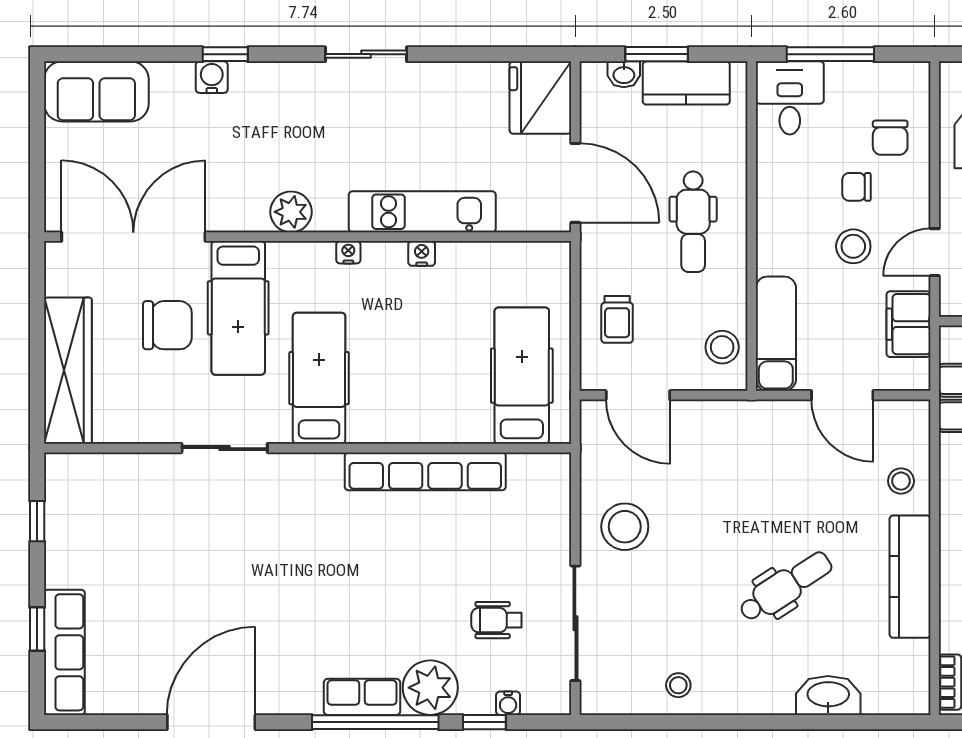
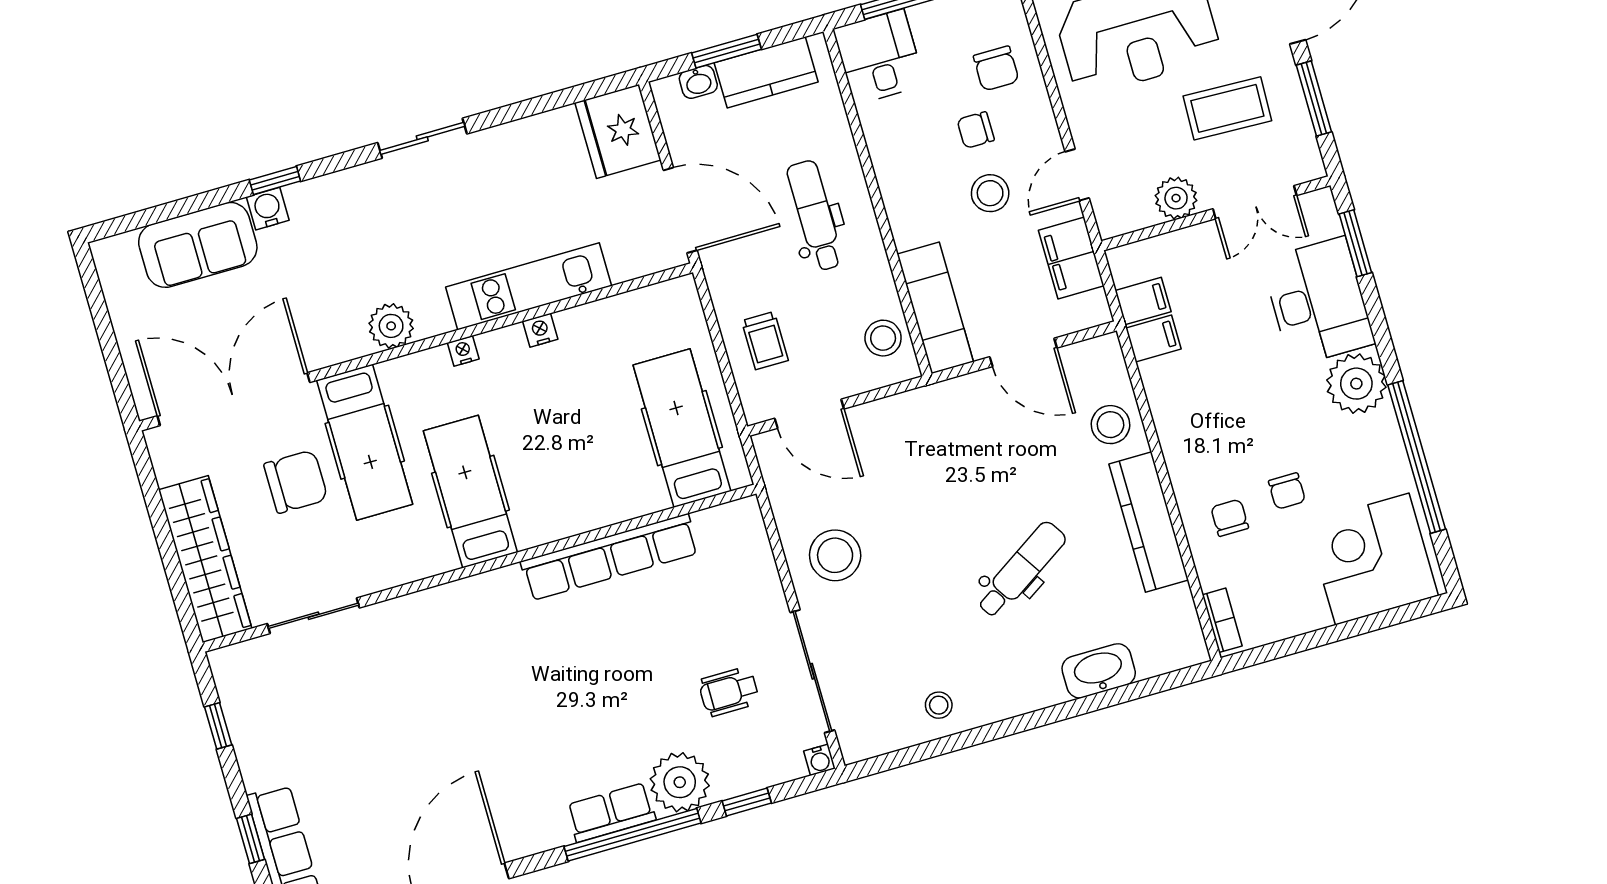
sofa: (96, 91) -> (198, 245), moved
dental chair: (693, 222) -> (815, 216), turned 180
sliding door: (225, 448) -> (313, 616), moved
stool: (901, 481) -> (1110, 425), width x1.37, depth x1.37
water cooler: (508, 703) -> (820, 760), moved

